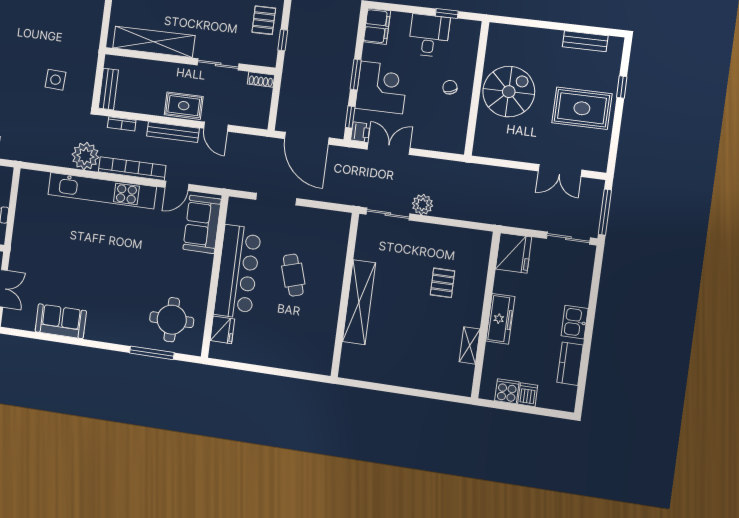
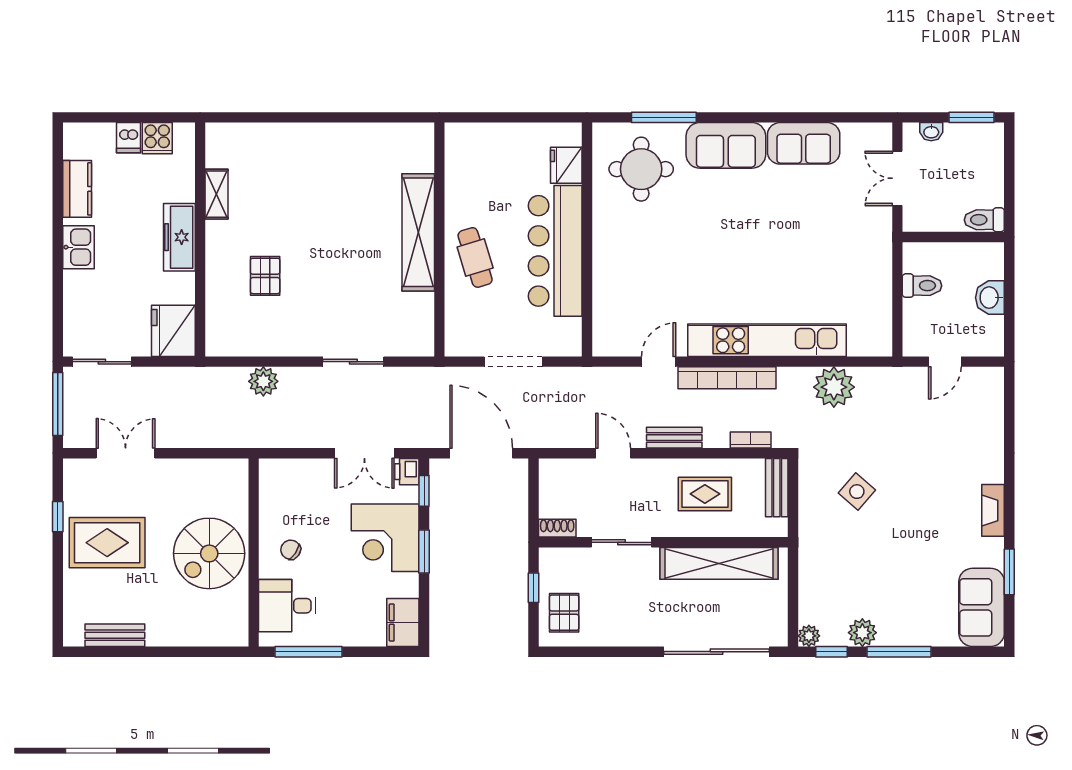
window: (447, 13) -> (308, 652), width x2.17
desk: (429, 35) -> (287, 606), moved, turned 90
side table: (55, 80) -> (857, 492), turned 38
chair: (450, 87) -> (291, 550), turned 143
window: (622, 87) -> (58, 517), moved
rug: (184, 106) -> (705, 494), moved
bench: (173, 132) -> (674, 438), width x0.73
plant: (85, 156) -> (834, 387), moved
plant: (422, 205) -> (263, 381), moved
sofa: (202, 224) -> (726, 145), moved, turned 90
wall: (345, 295) -> (439, 239), moved
shelving: (359, 302) -> (418, 232), moved

